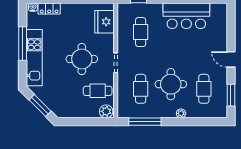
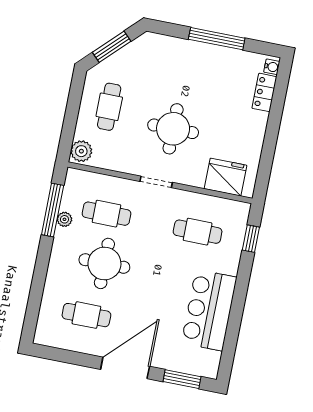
kitchen unit: (34, 58) -> (190, 53), removed
door: (231, 59) -> (125, 368), width x1.87
cafe table: (98, 91) -> (109, 107), moved
window: (231, 95) -> (182, 379), moved
plant: (181, 113) -> (64, 219), moved

